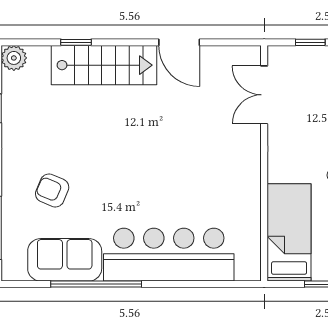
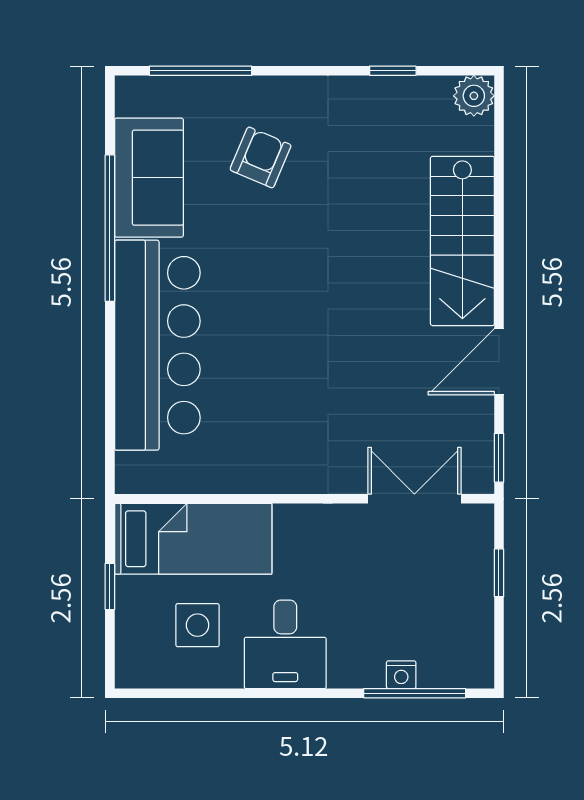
window: (76, 42) -> (499, 458), moved

